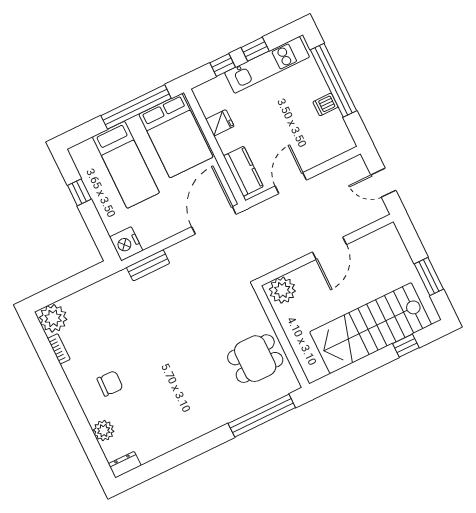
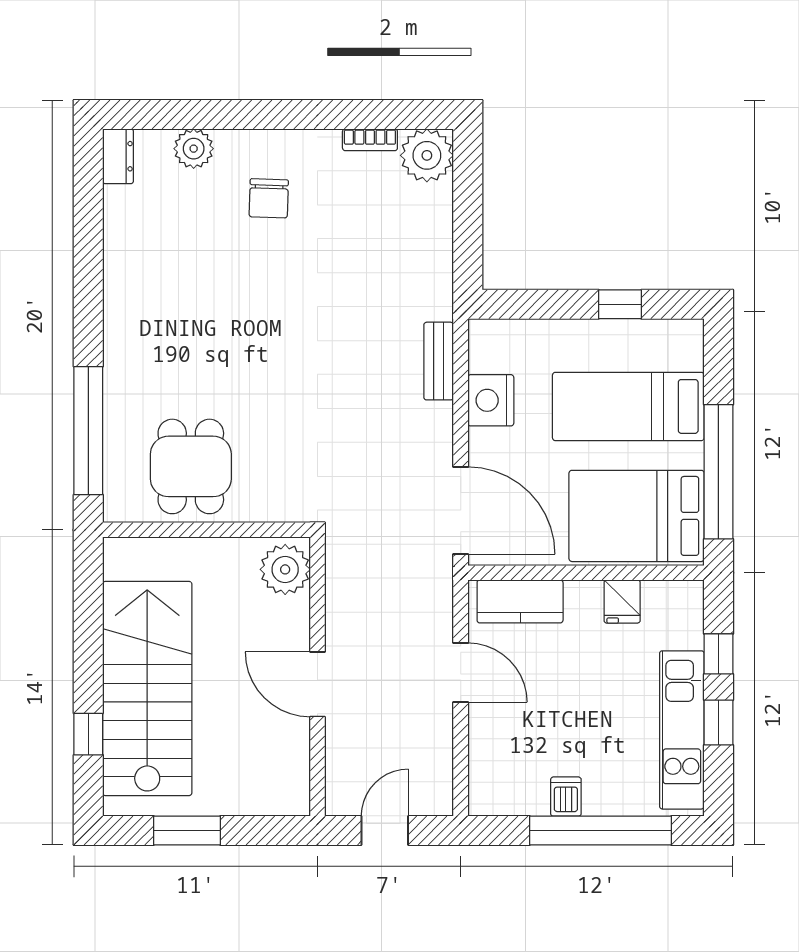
nightstand: (126, 244) -> (491, 400), moved, turned -90

